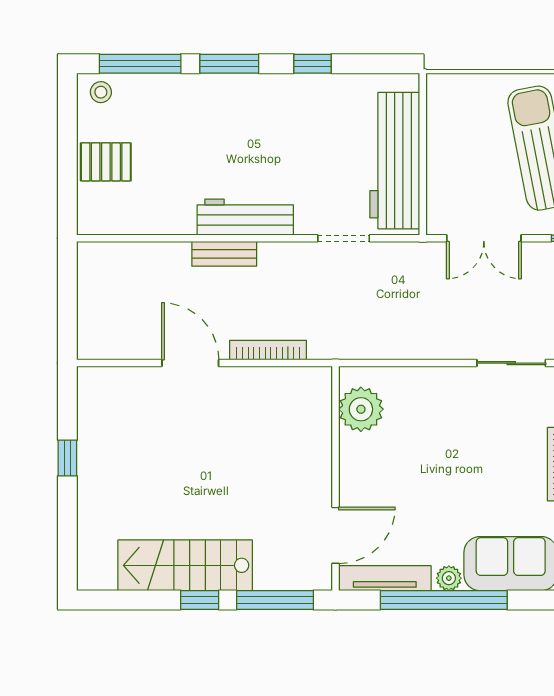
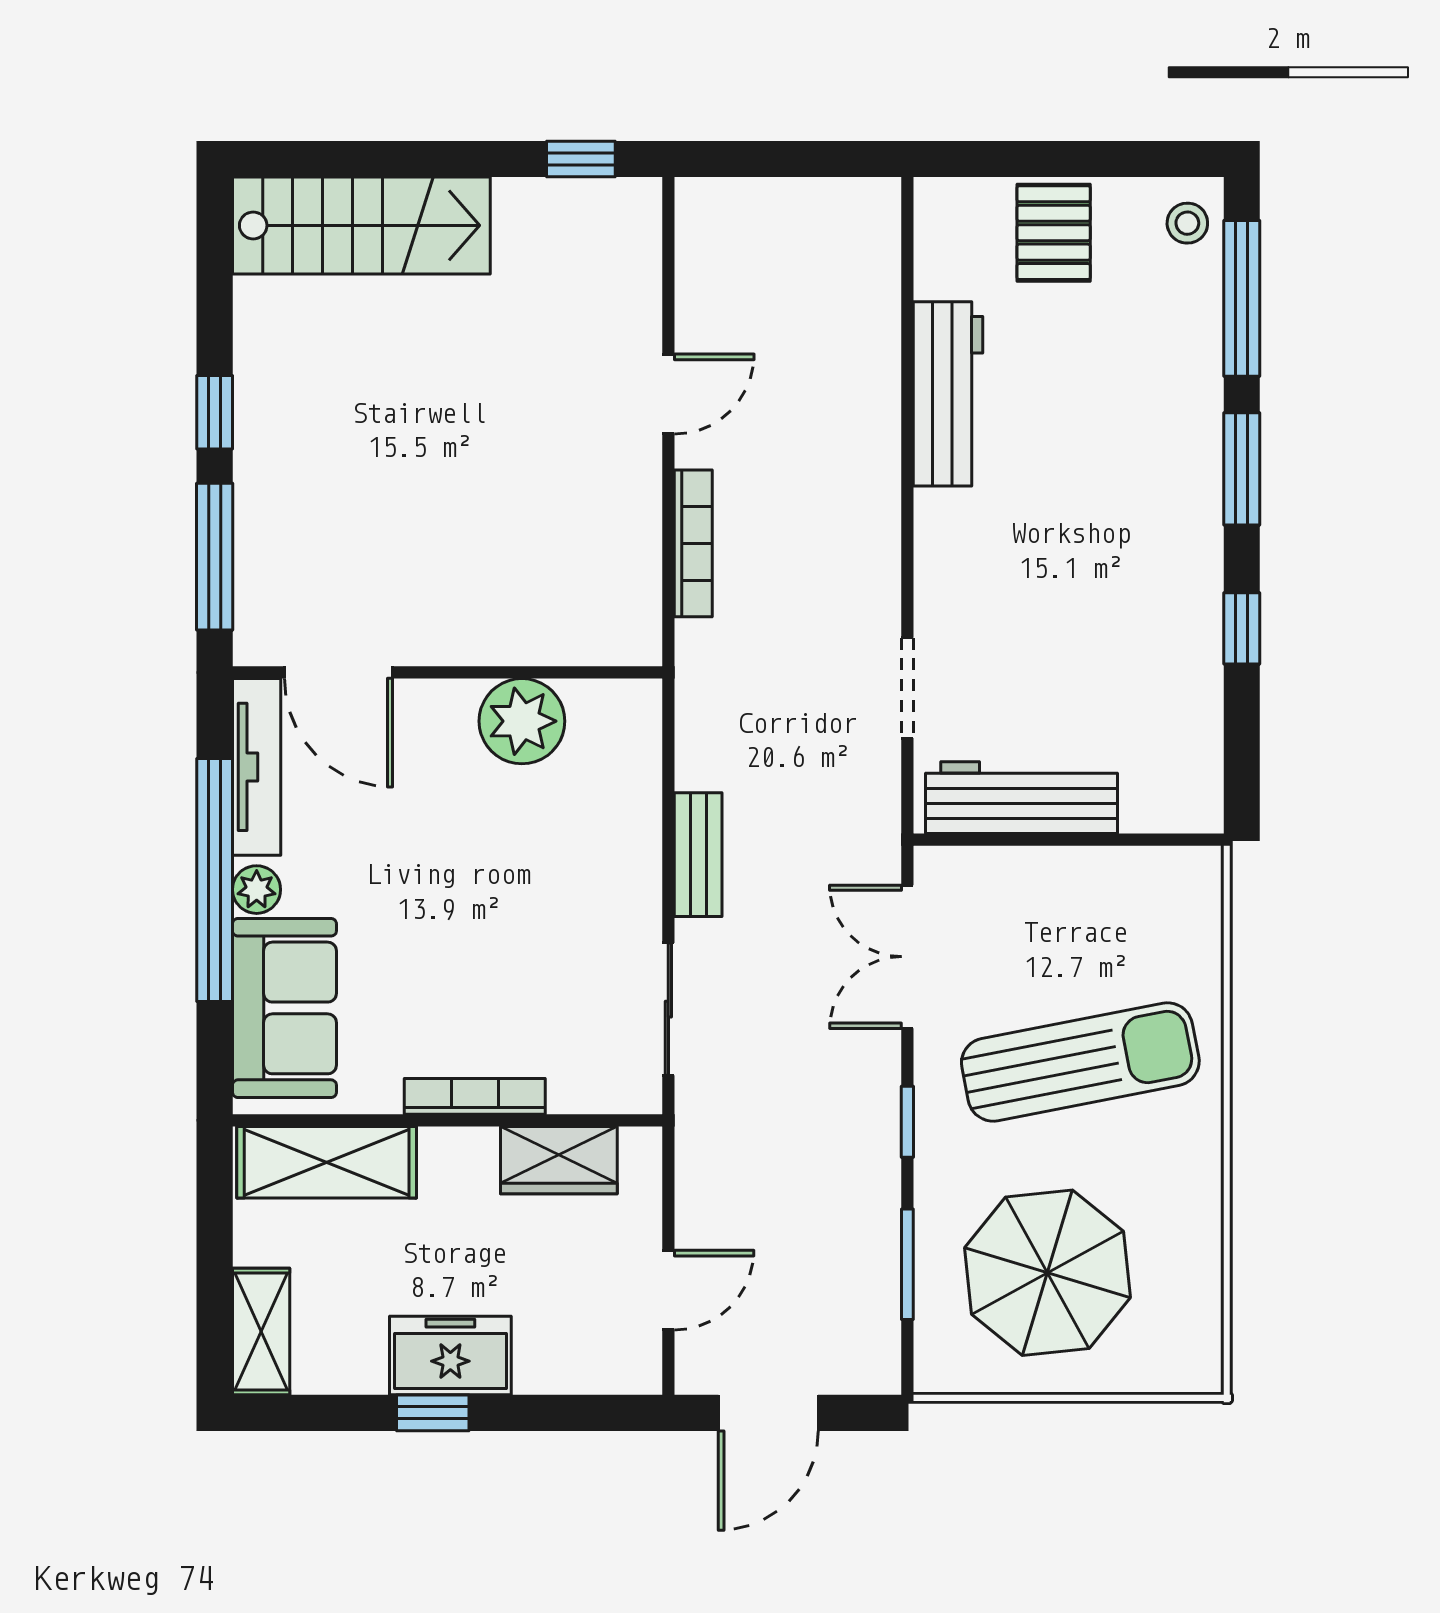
workbench: (395, 161) -> (1021, 798), width x0.73, depth x0.76
workbench: (245, 217) -> (948, 394), moved
bench: (224, 254) -> (698, 855), moved
door: (190, 363) -> (668, 394), width x0.73
plant: (361, 409) -> (522, 721), moved
window: (67, 458) -> (581, 159), moved
stairs: (185, 565) -> (361, 225), moved, turned 90

